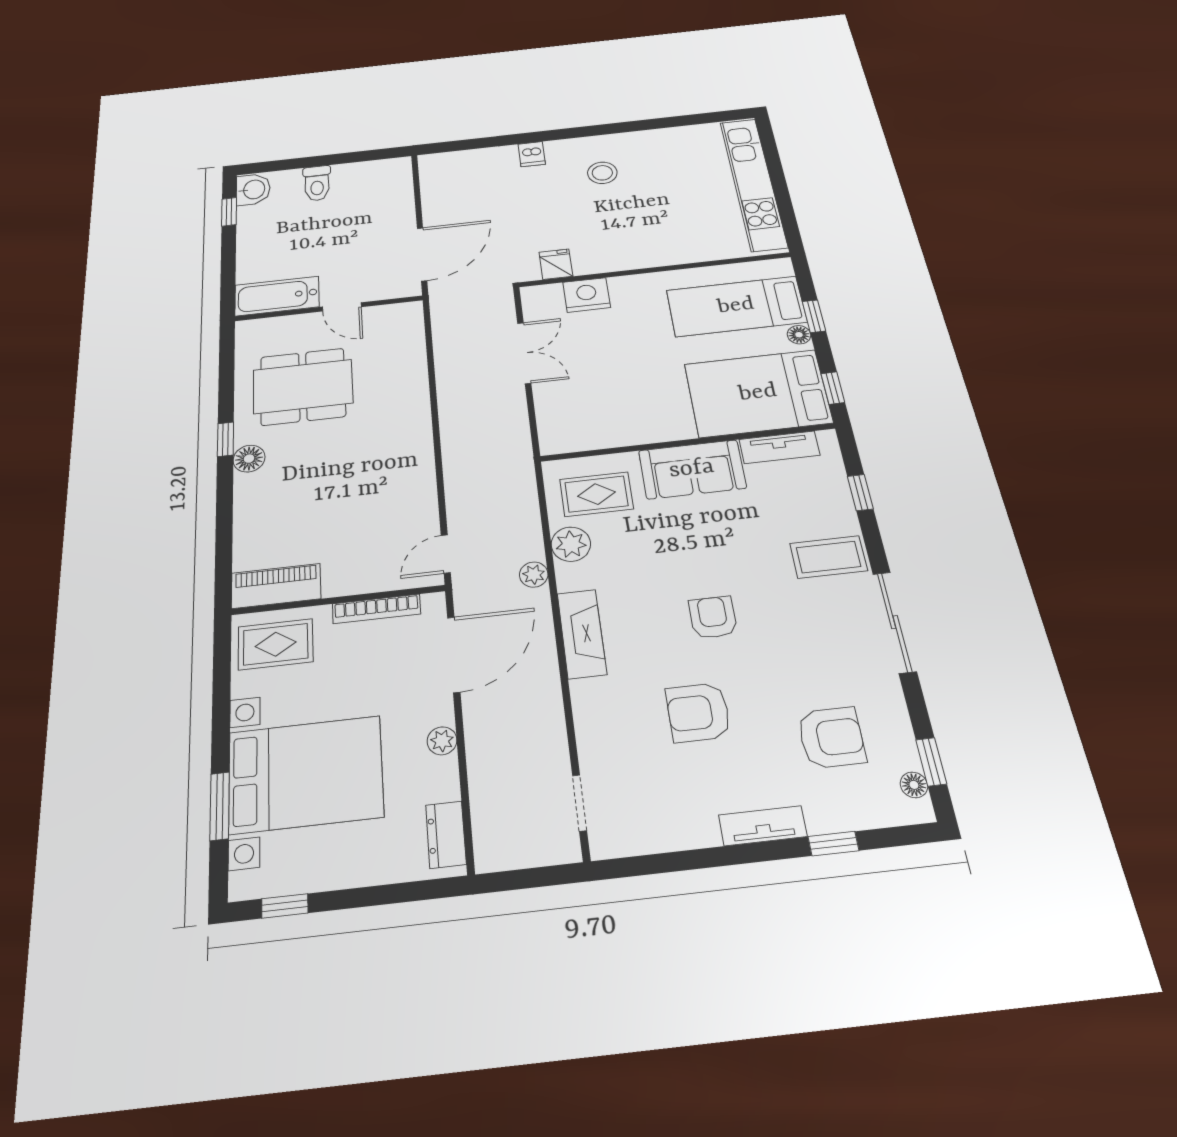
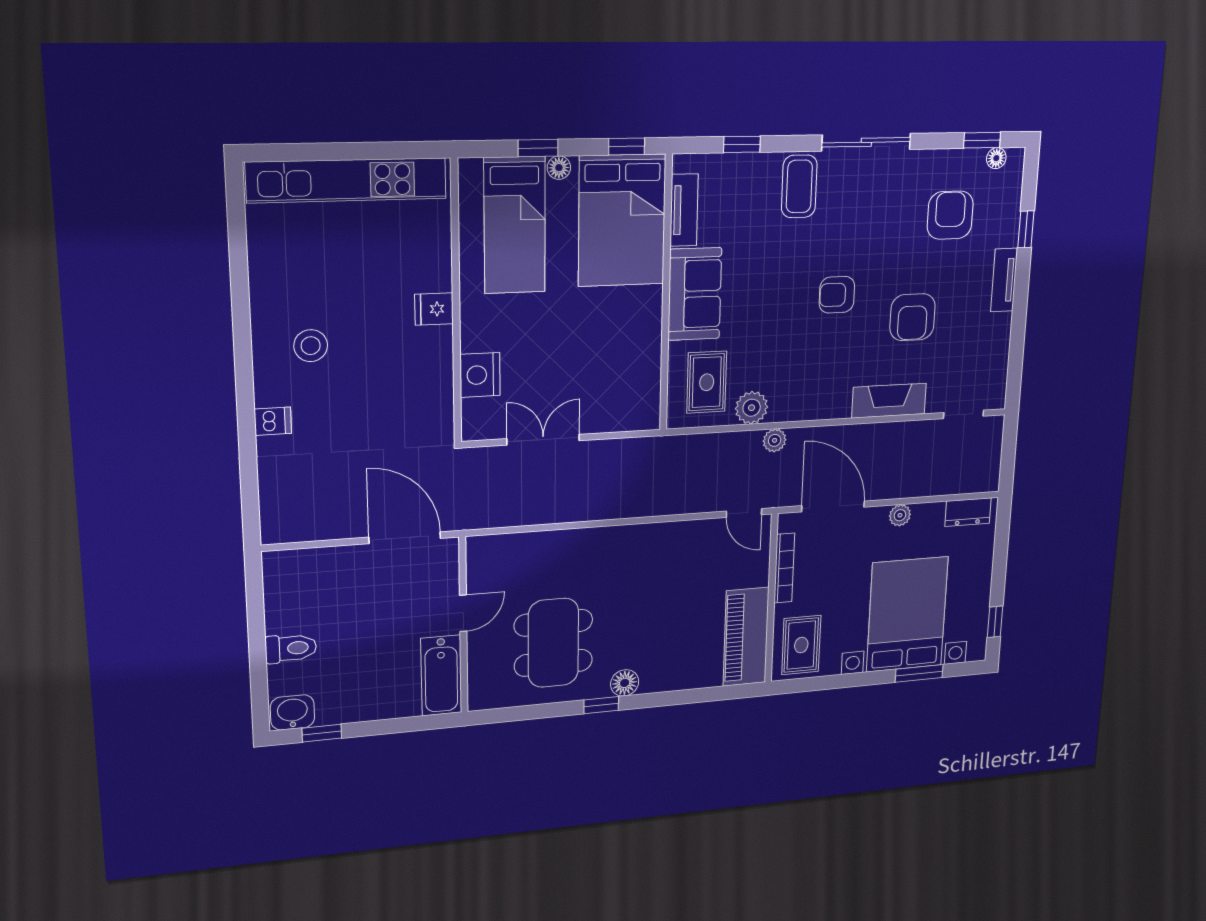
fridge: (556, 264) -> (434, 309), moved
piano: (276, 586) -> (746, 637), width x1.37, depth x1.33
fireplace: (582, 634) -> (889, 401), moved

